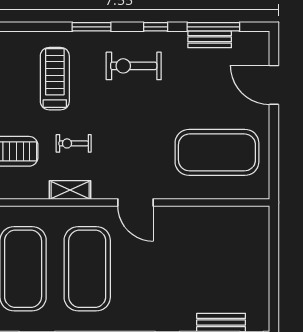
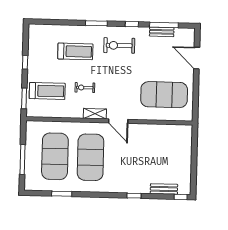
treadmill: (55, 79) -> (75, 51), turned 90
shelving: (70, 190) -> (95, 114), moved

